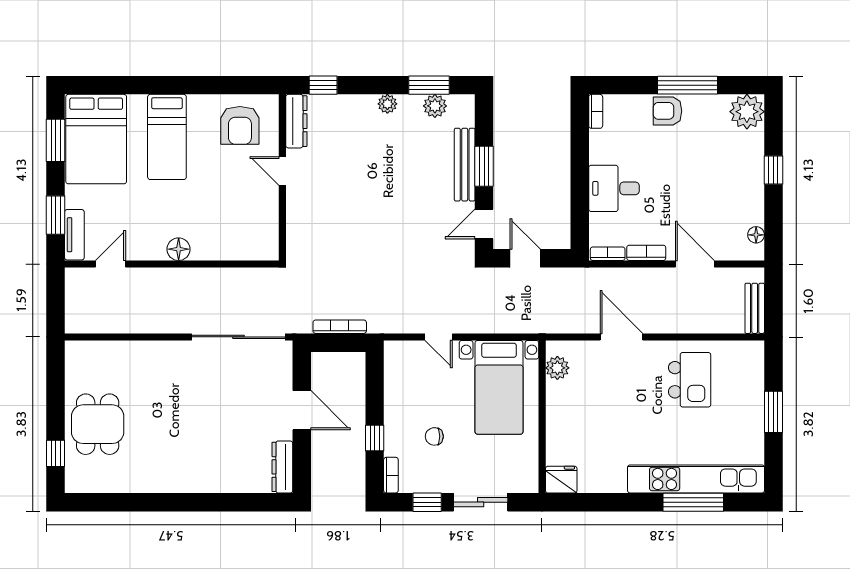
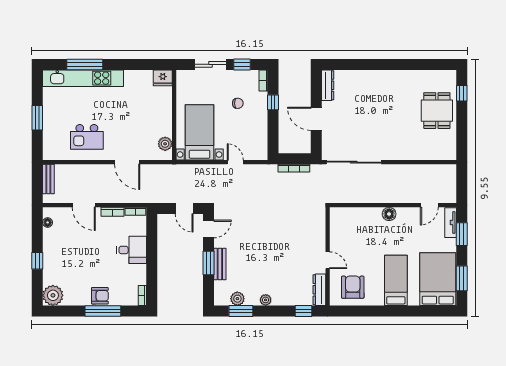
window: (688, 85) -> (103, 311), moved
bench: (465, 165) -> (220, 264), width x0.73
kitchen island: (690, 380) -> (87, 137), turned -90

